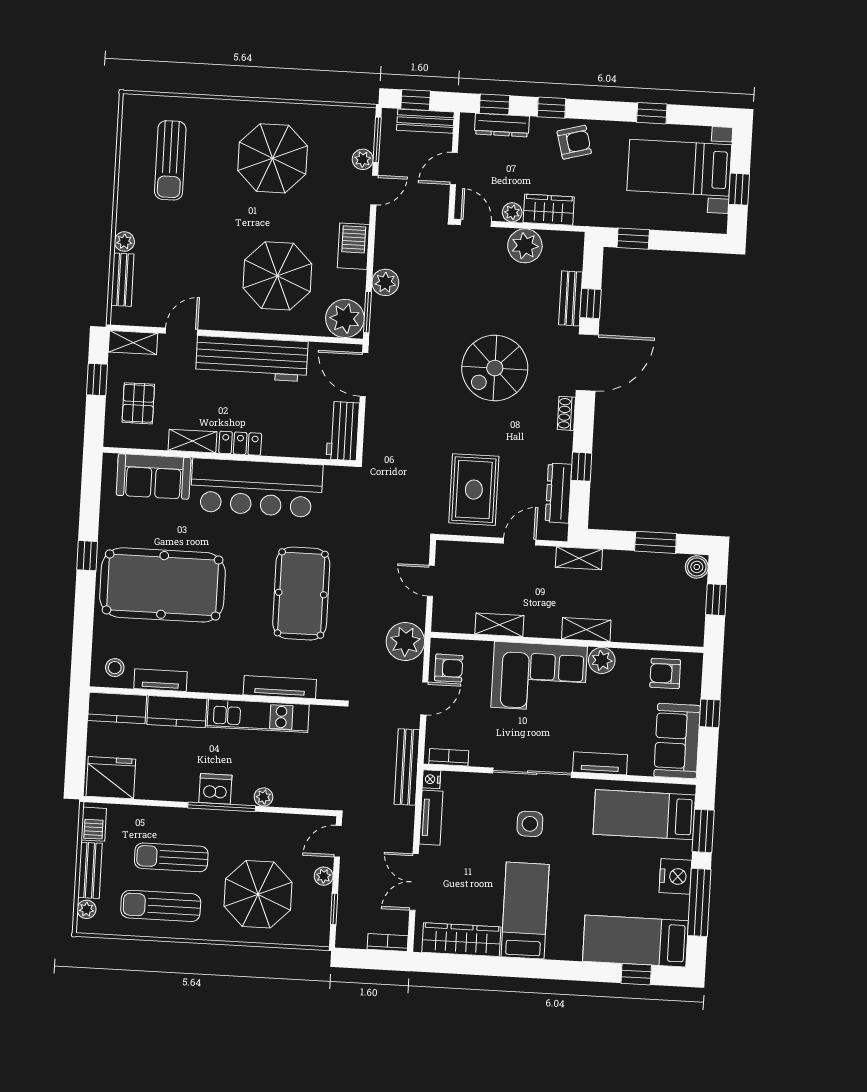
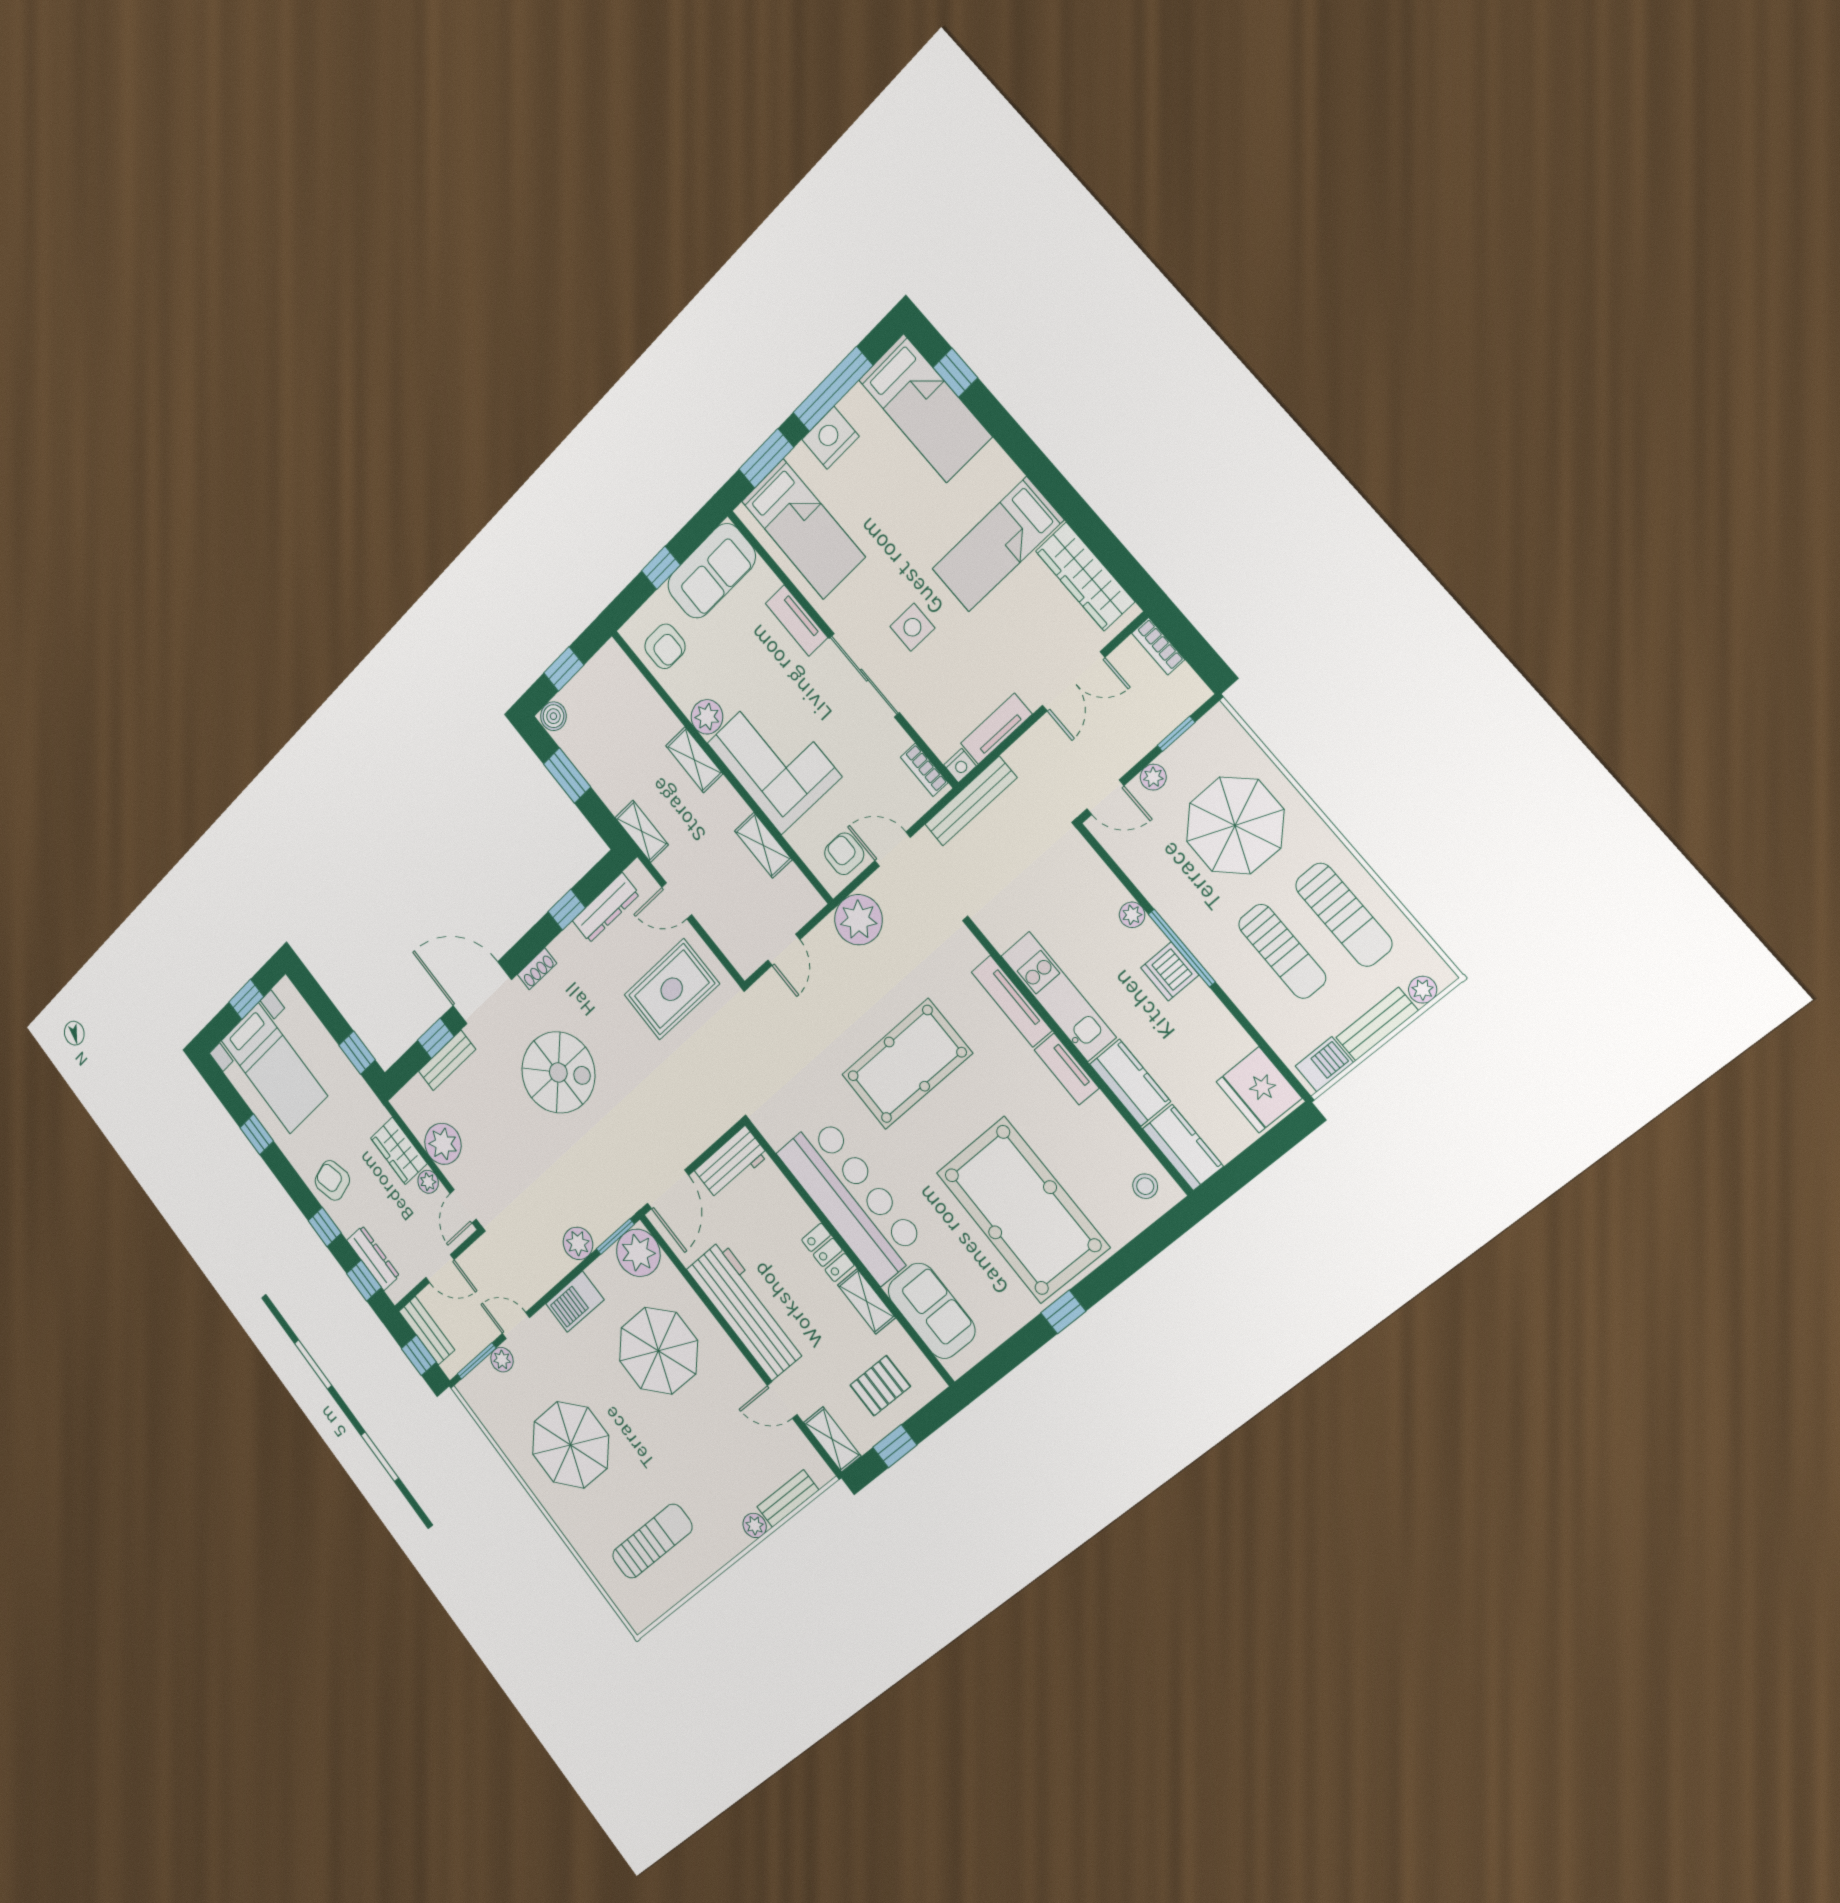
tv unit: (161, 680) -> (1067, 1069), moved

